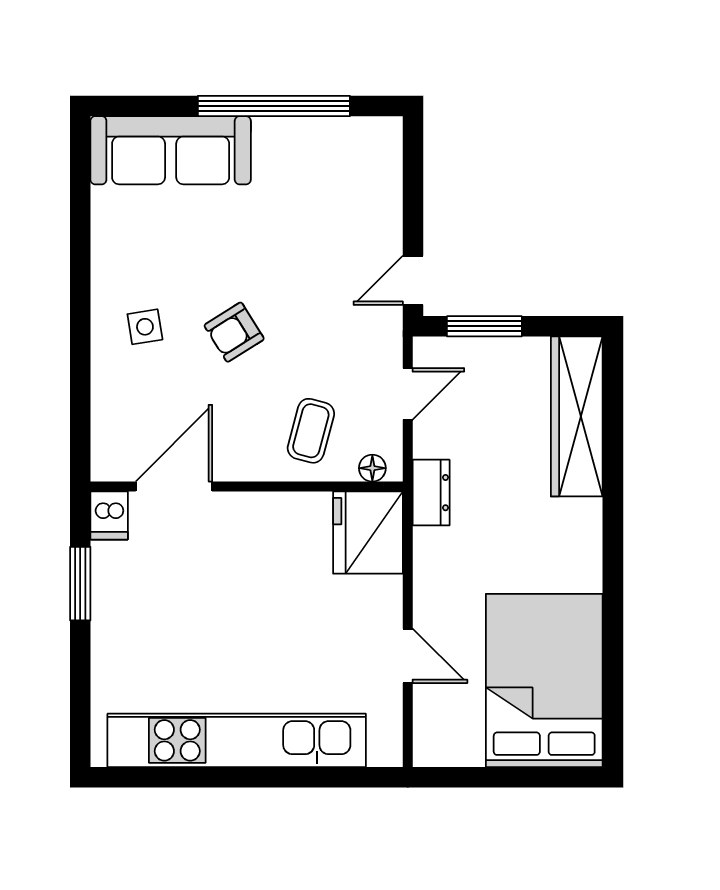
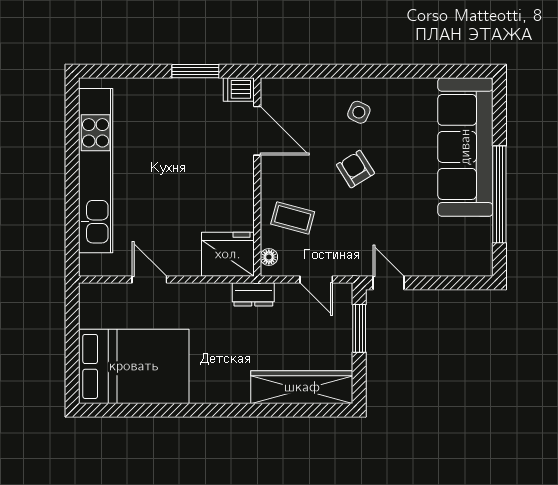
sofa: (171, 150) -> (465, 147), width x1.36, depth x1.27
side table: (145, 327) -> (359, 112), turned 34
door: (408, 656) -> (149, 280), swing flipped

